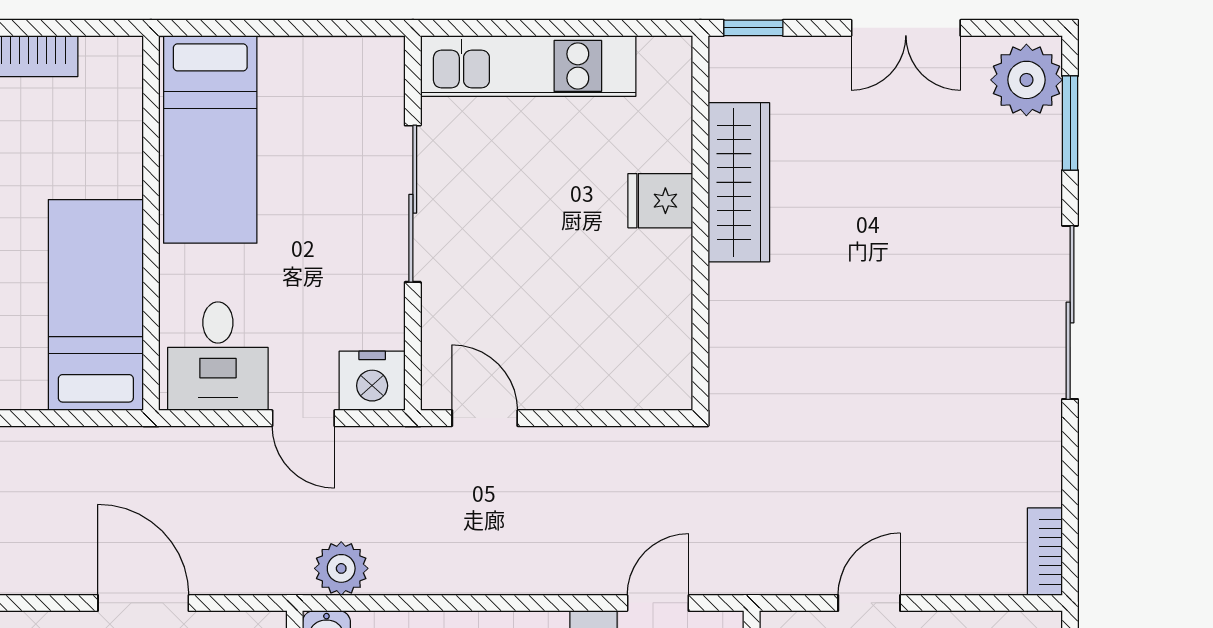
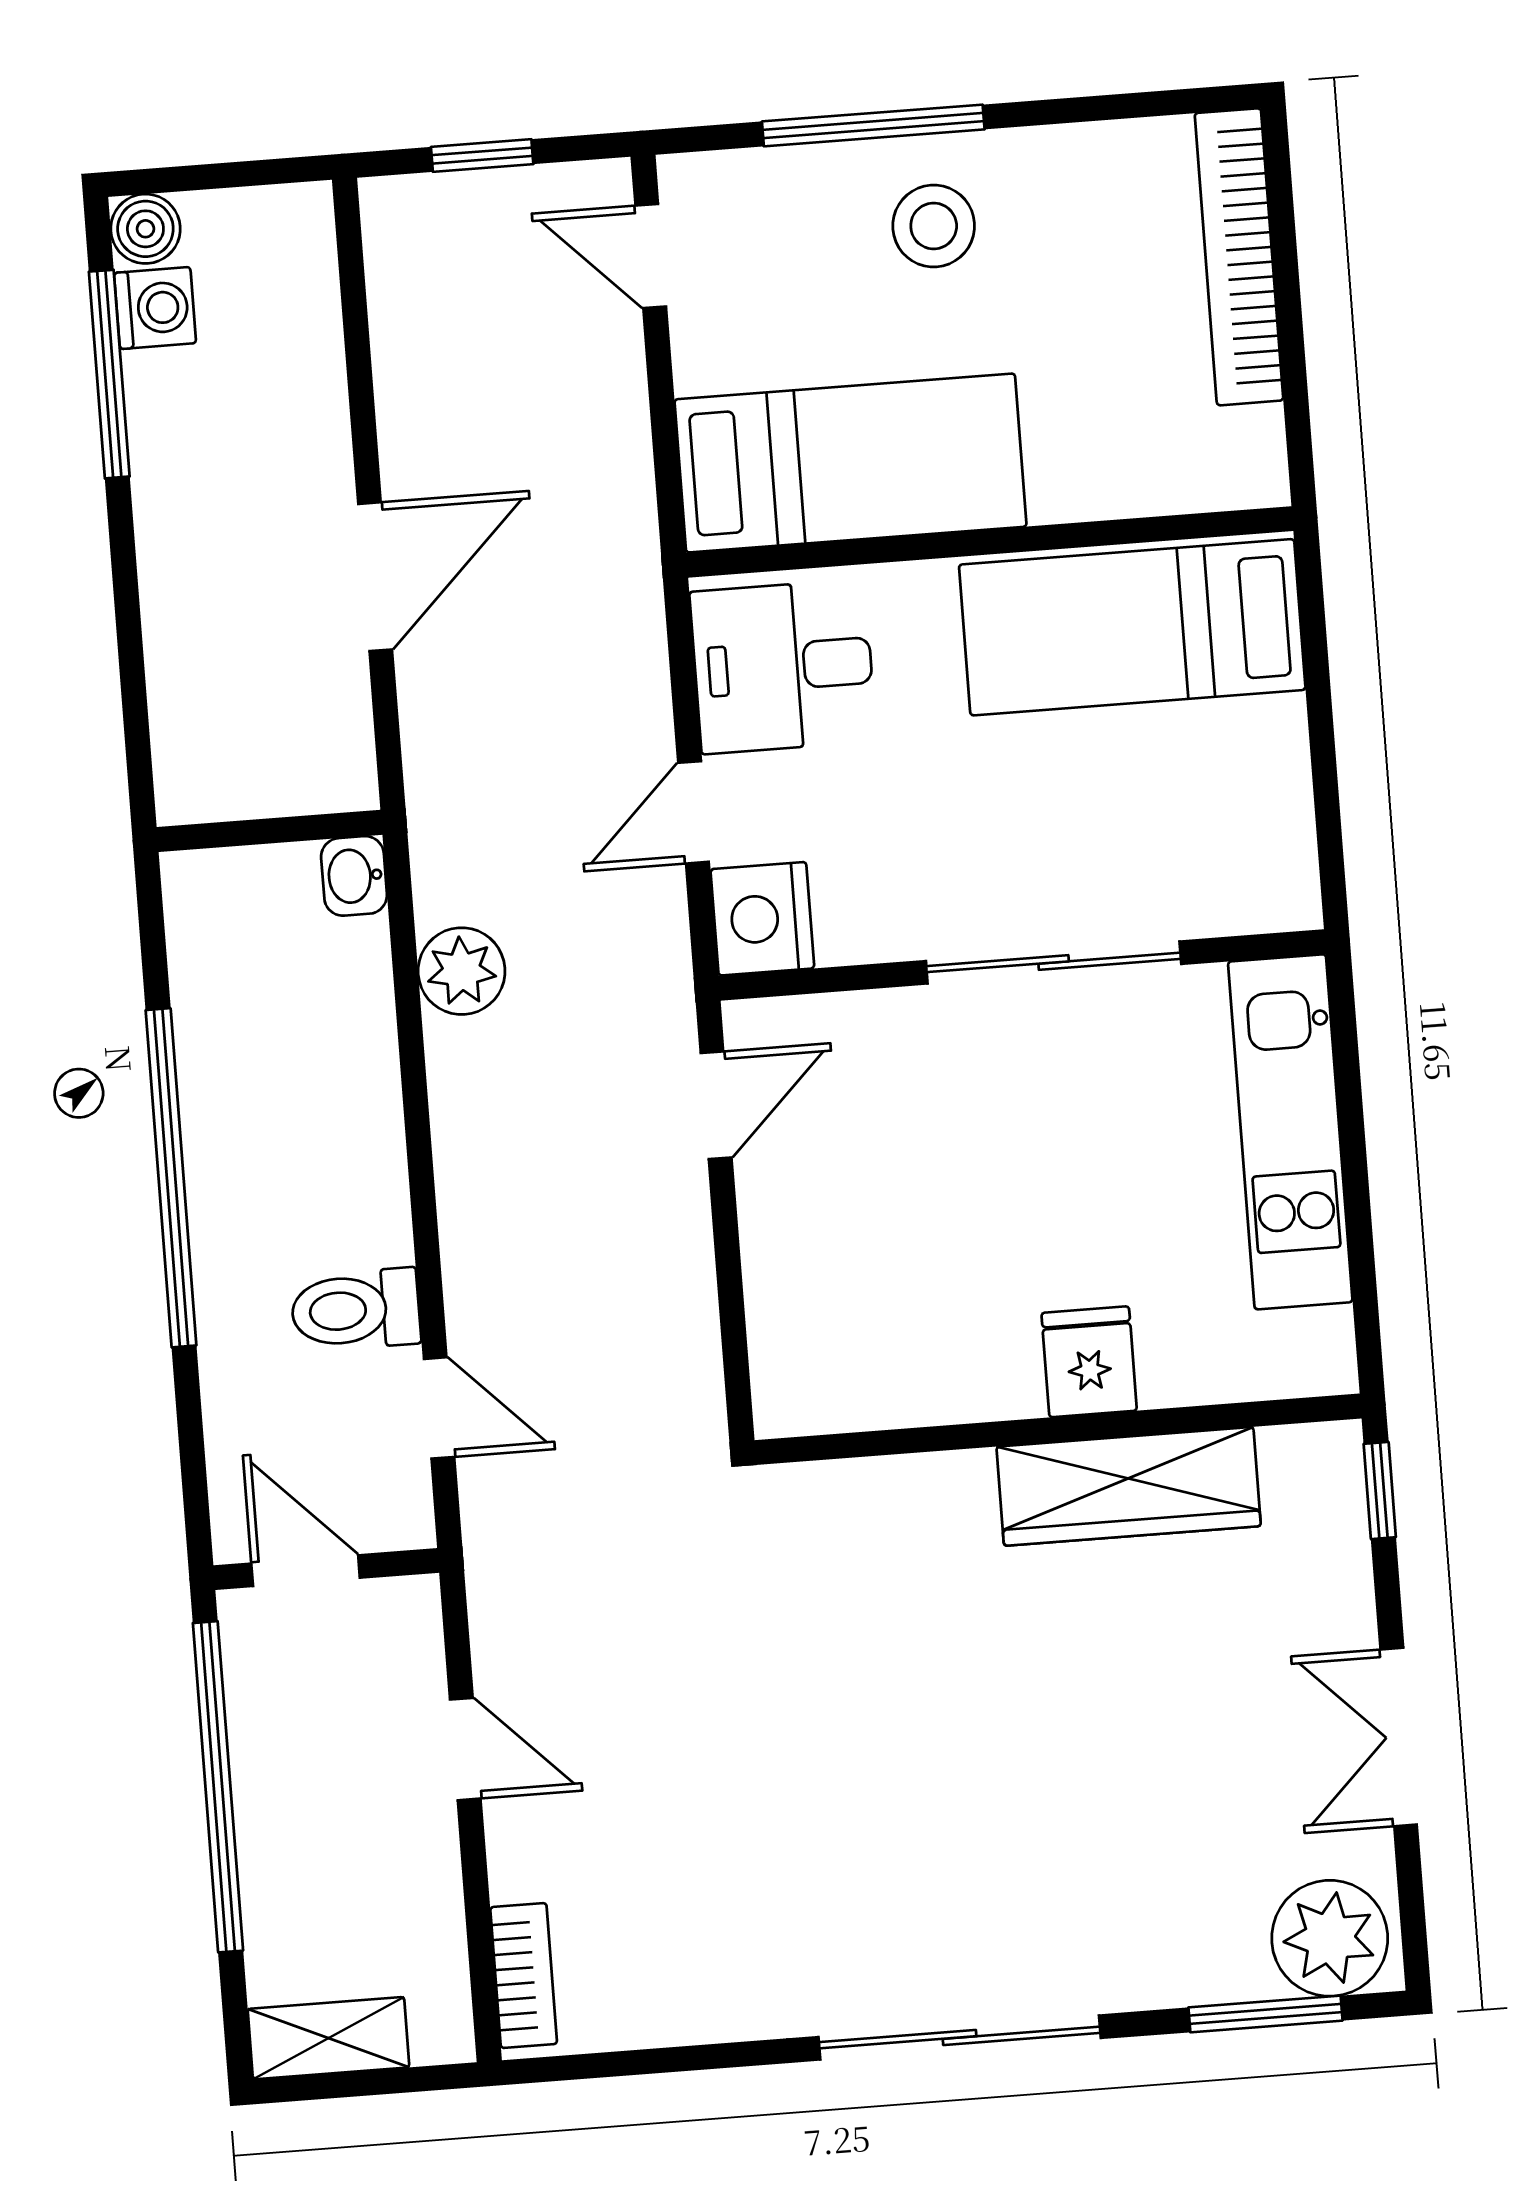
bookcase: (1045, 552) -> (524, 1976), moved, turned 90
plant: (341, 568) -> (462, 971), moved

